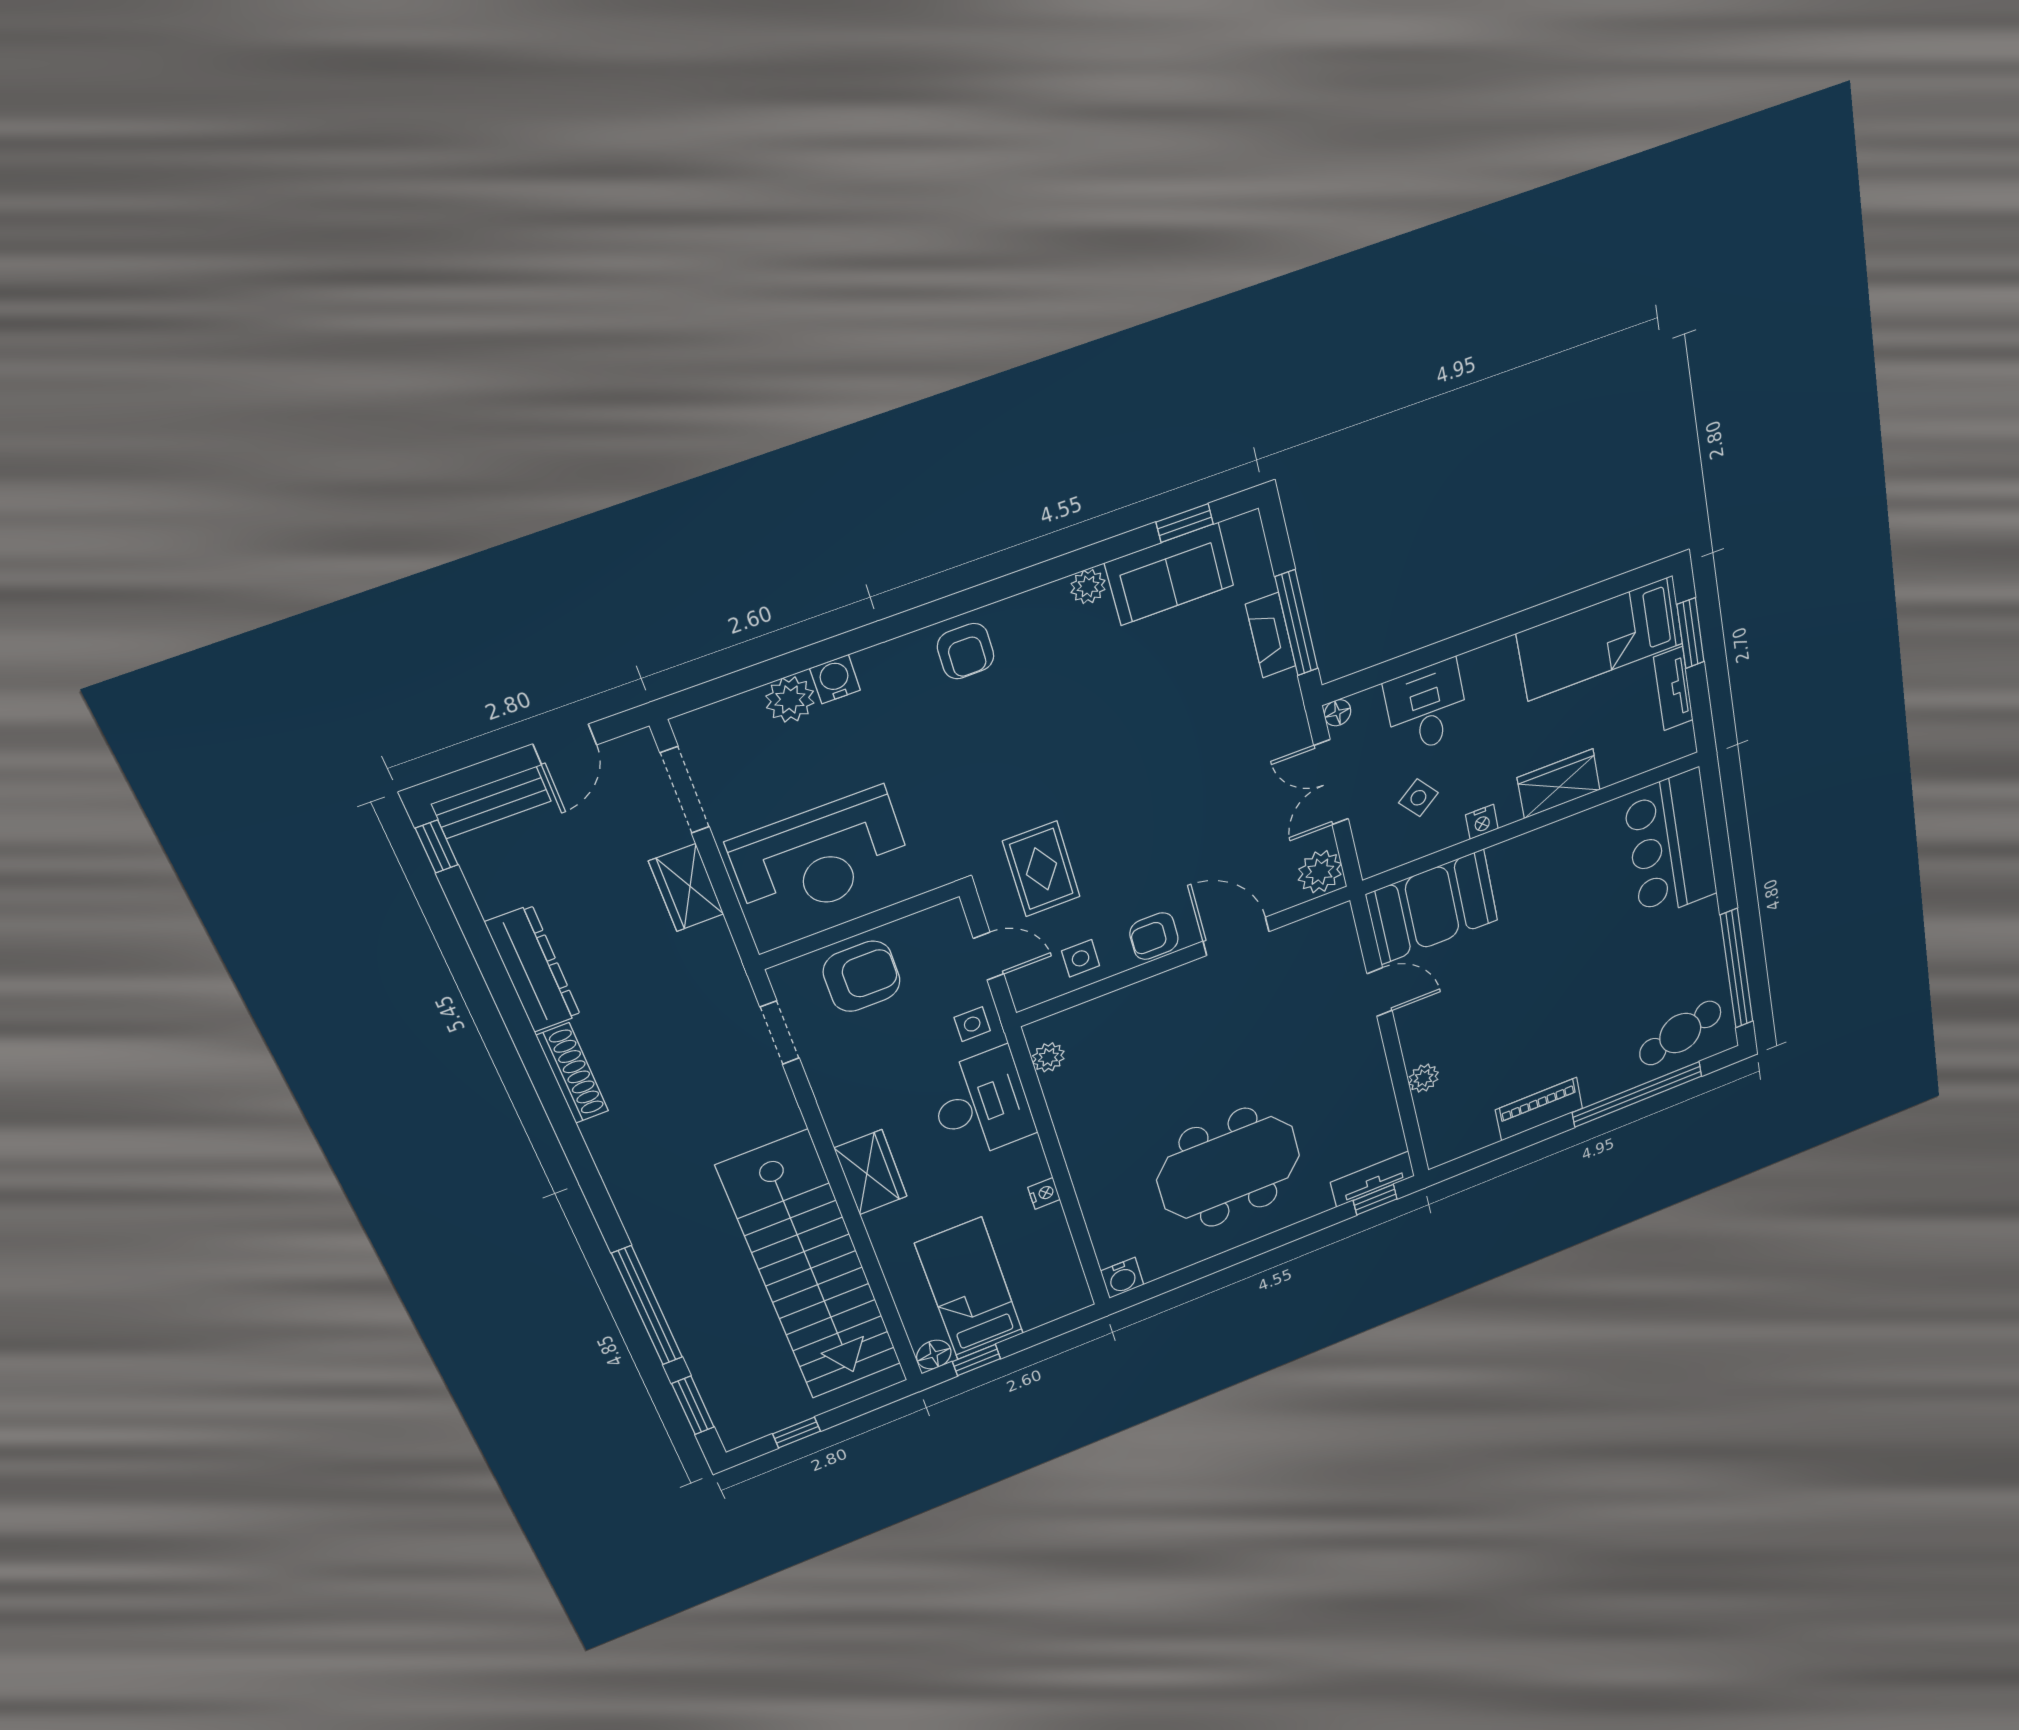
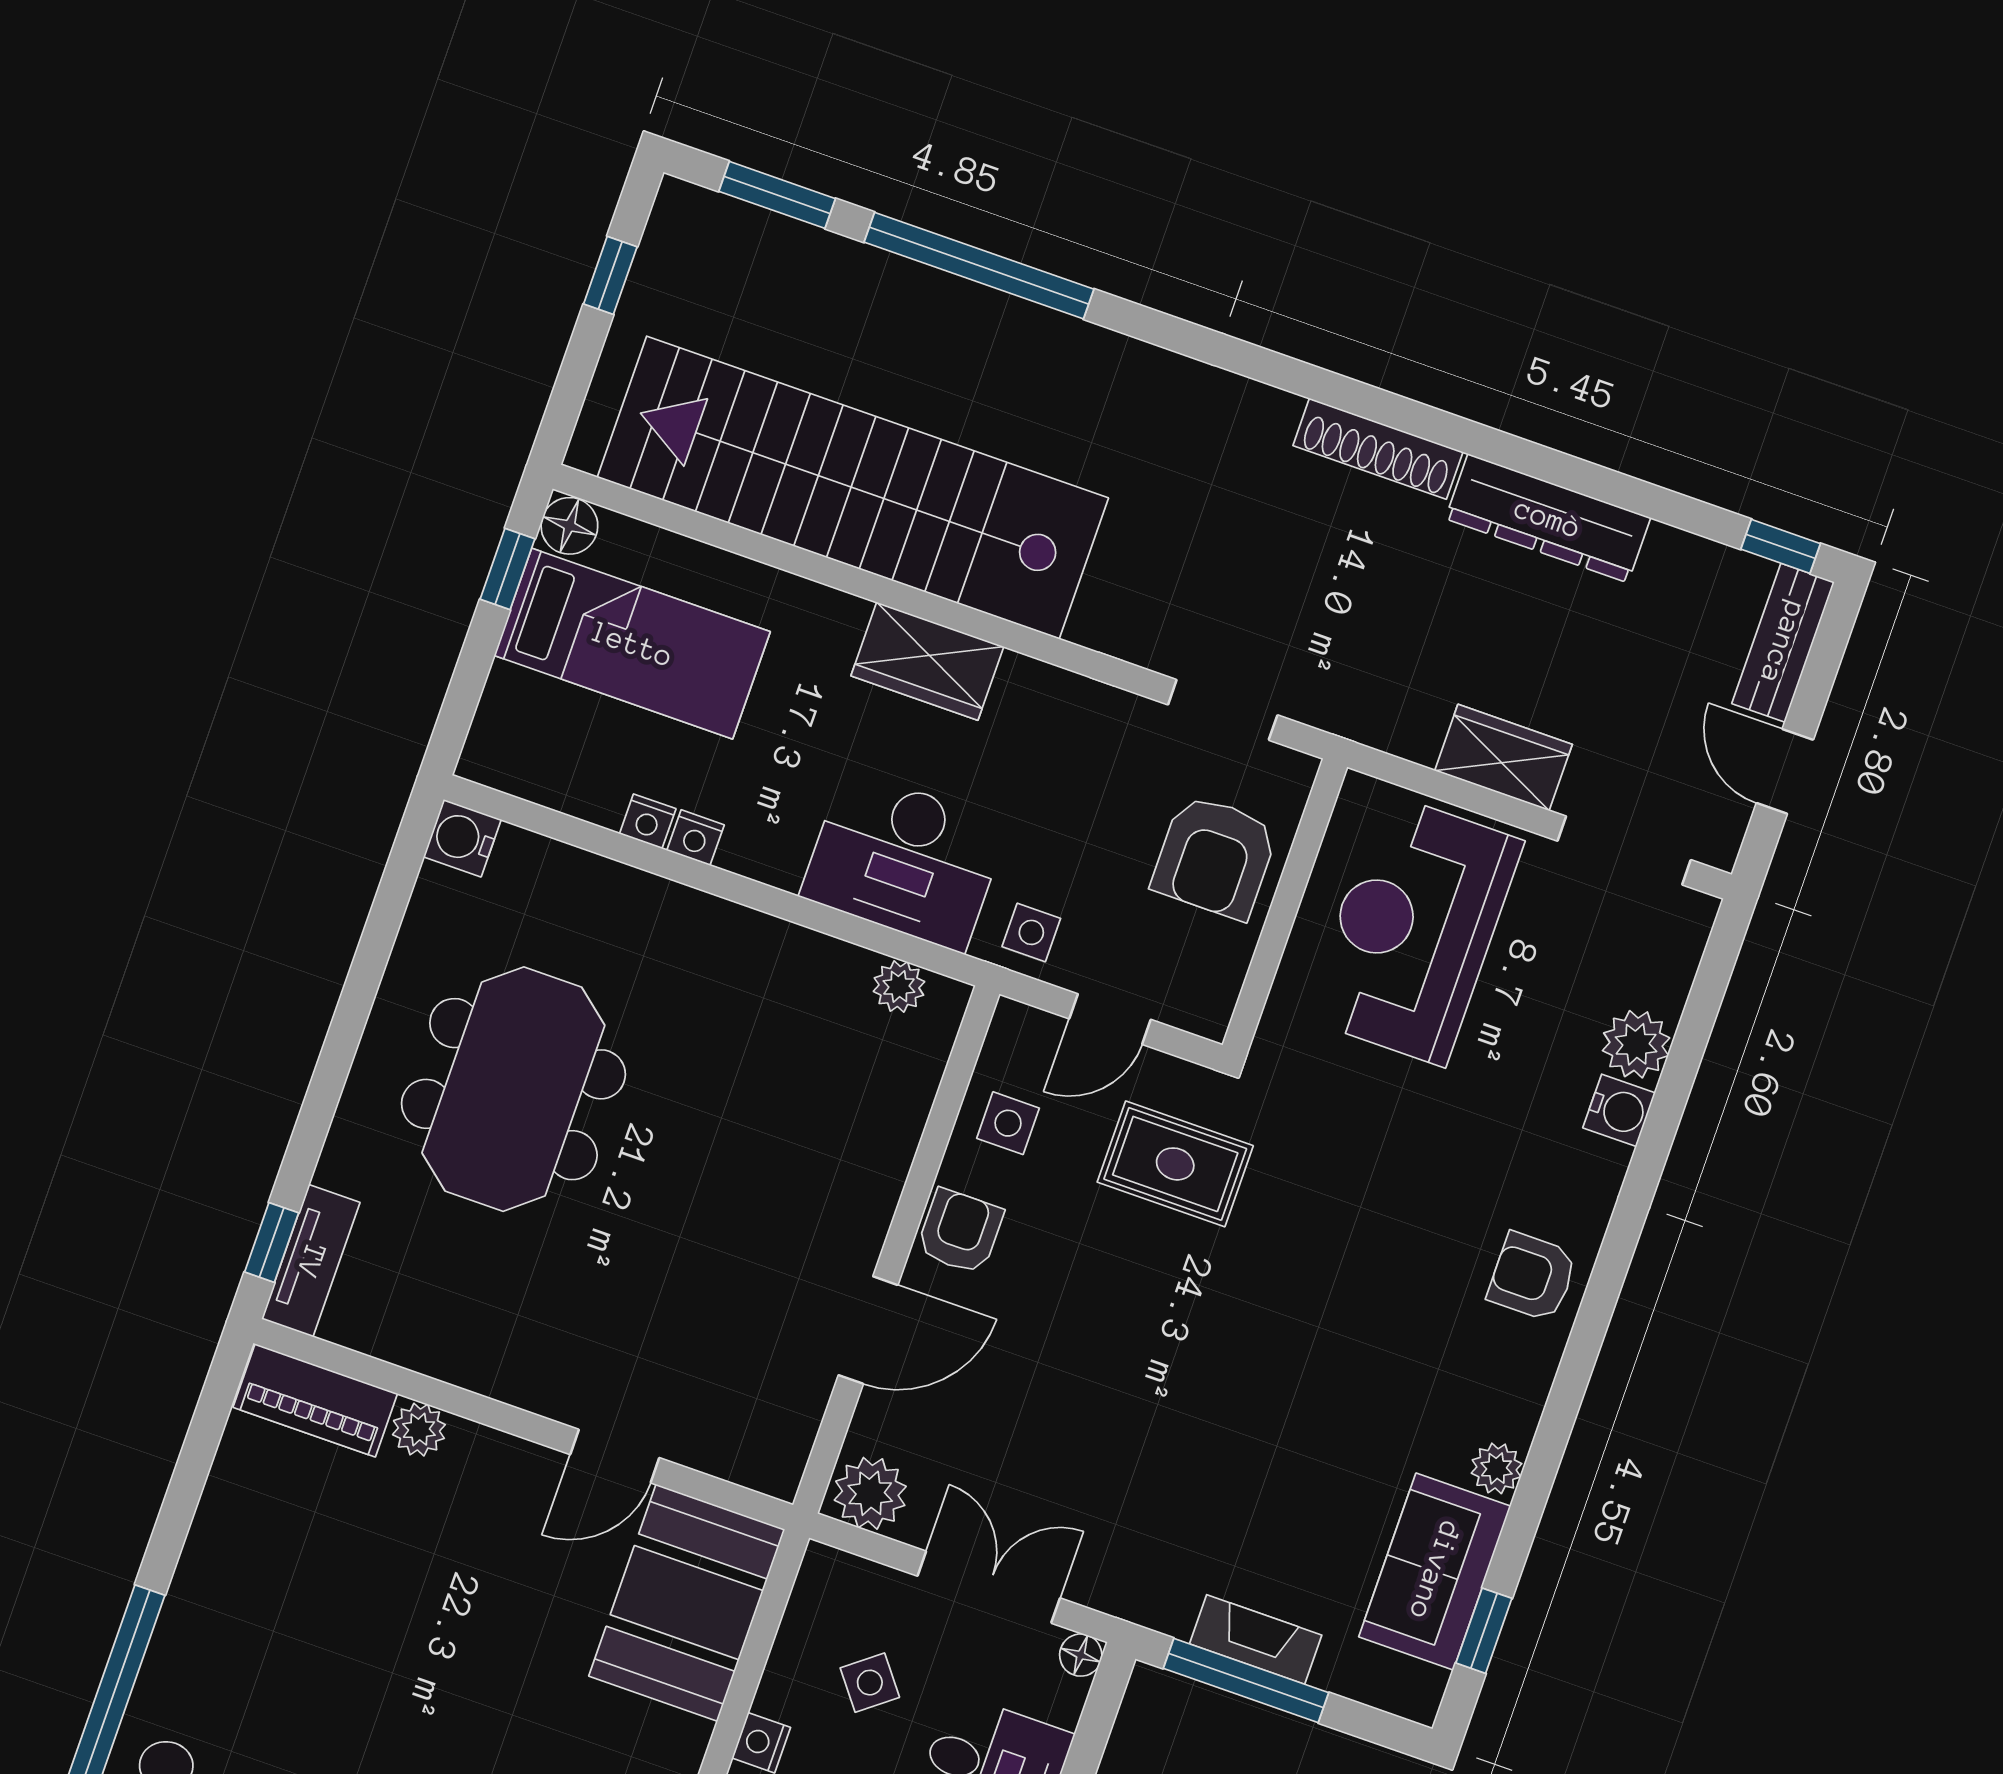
piano: (1539, 1109) -> (315, 1400), moved, turned 90
nightstand: (1052, 1217) -> (648, 821), added

